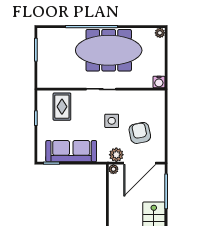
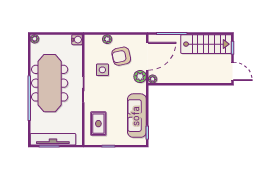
tv unit: (44, 54) -> (53, 139), added
rug: (62, 107) -> (98, 124), turned 90
plant: (160, 117) -> (107, 39), added
side table: (112, 121) -> (102, 70), moved
door: (140, 163) -> (147, 56), hinge flipped

